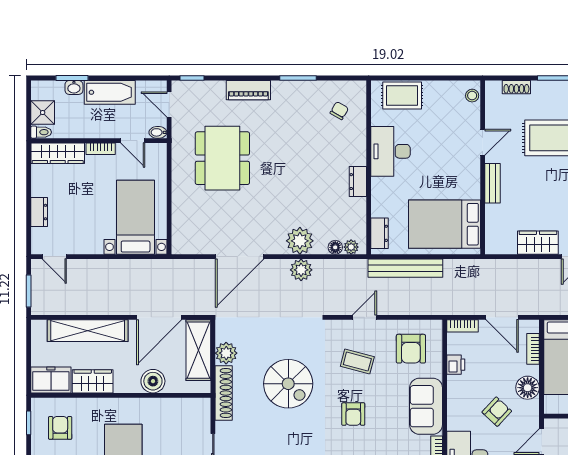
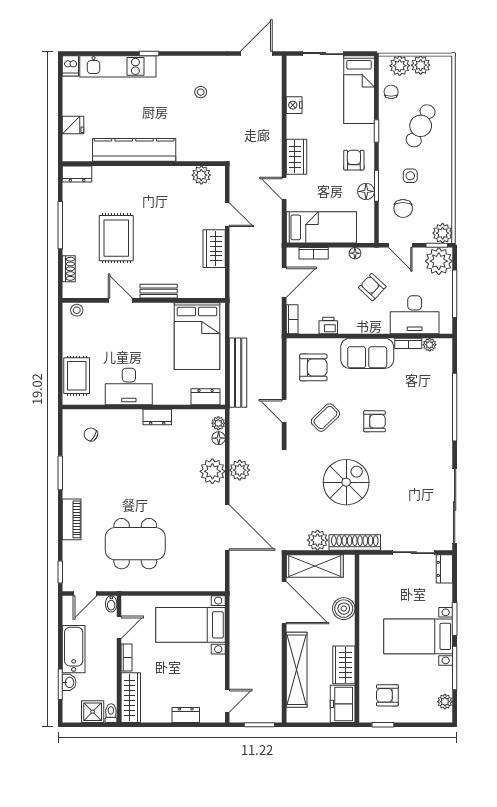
coffee table: (357, 362) -> (325, 418), turned 31
floor lamp: (528, 388) -> (355, 253), width x0.53, depth x0.53

